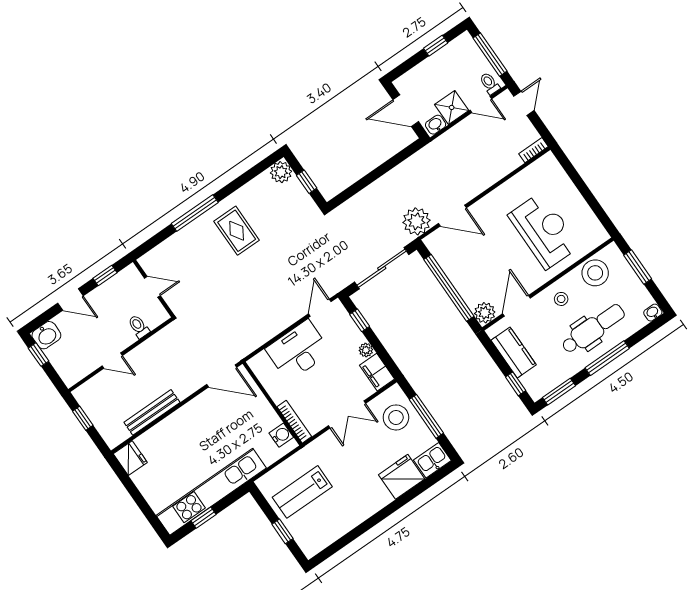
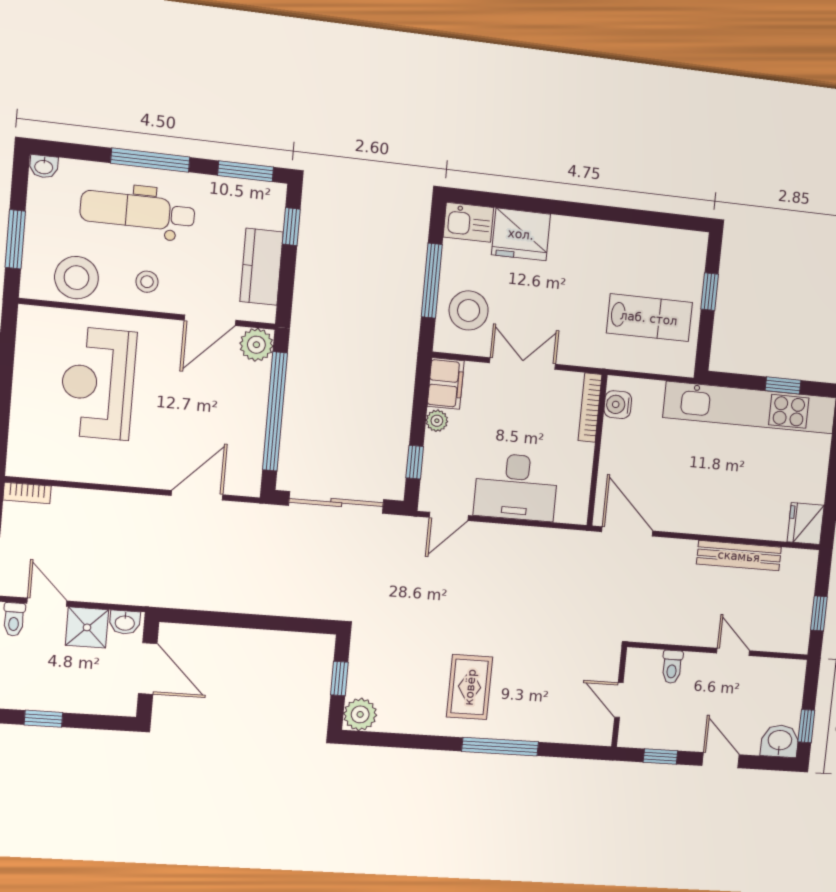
door: (452, 216) -> (197, 495), hinge flipped
plant: (416, 221) -> (247, 524), removed

